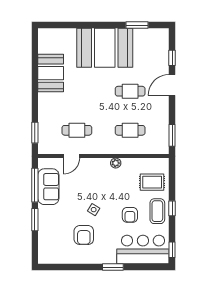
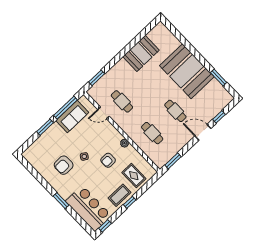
armchair: (130, 215) -> (108, 160), moved

